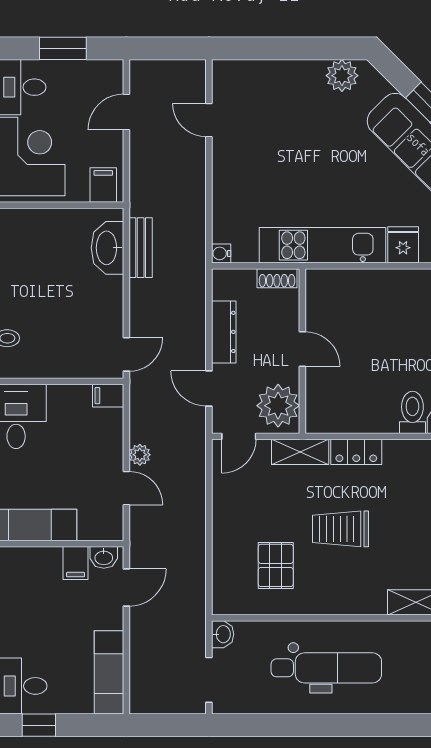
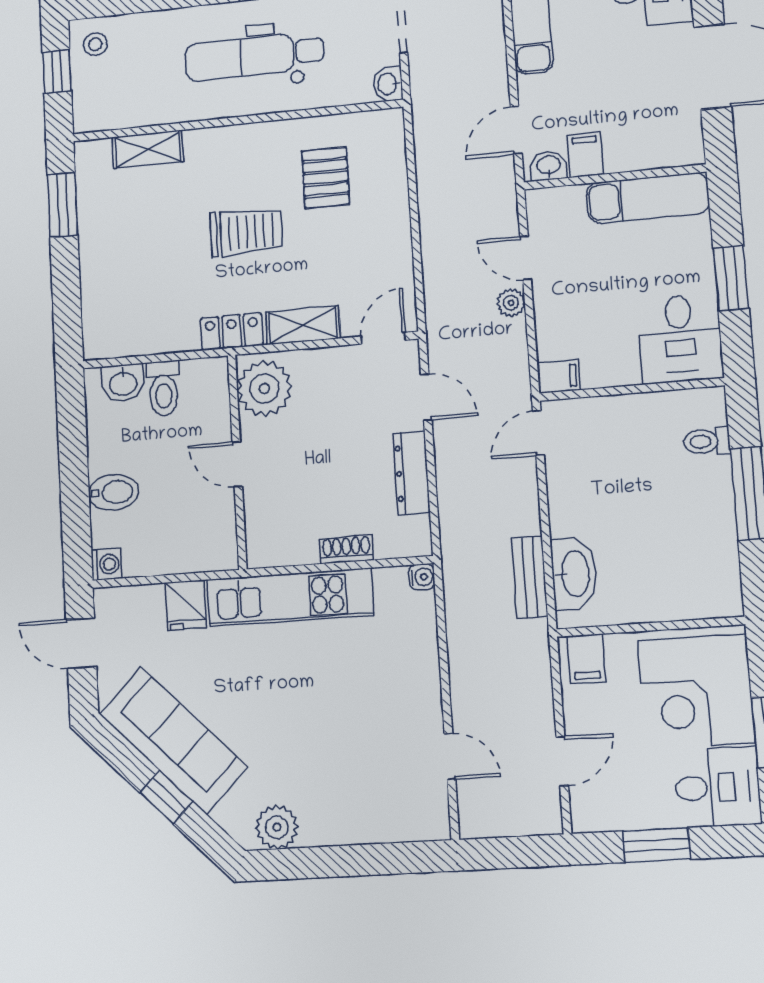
door: (302, 349) -> (237, 464), moved
wall: (302, 351) -> (237, 462), moved
plant: (278, 406) -> (264, 388), moved

